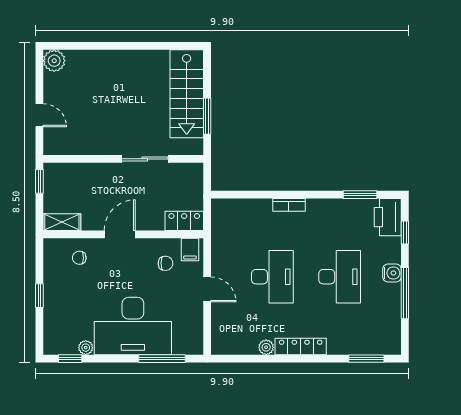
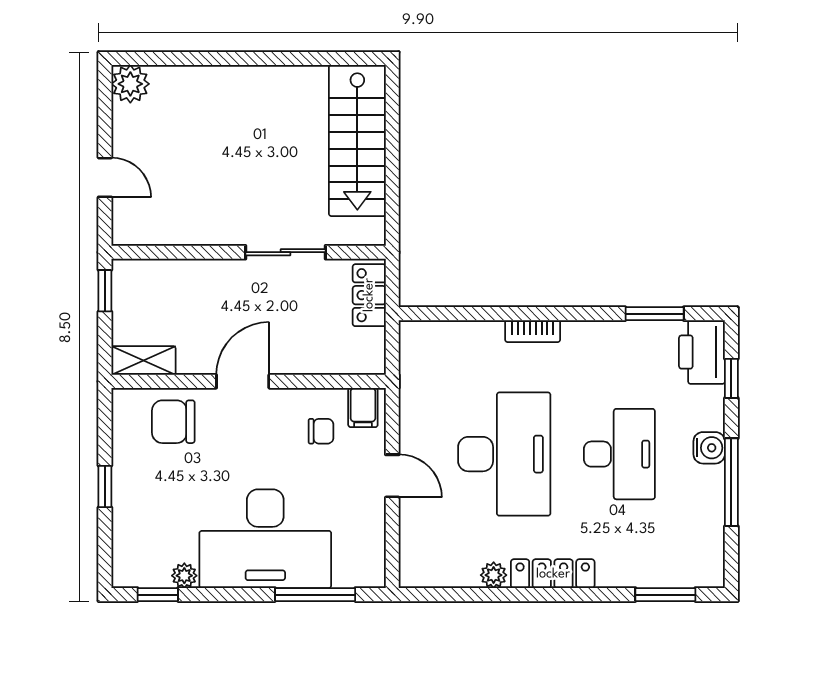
window: (207, 116) -> (392, 179), removed
locker: (184, 221) -> (369, 295), moved, turned -90
chair: (79, 258) -> (173, 422), width x1.87, depth x1.87
desk: (272, 277) -> (504, 454), width x1.36, depth x1.30

